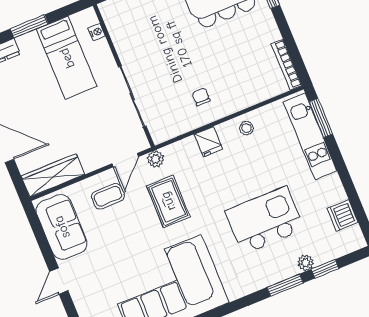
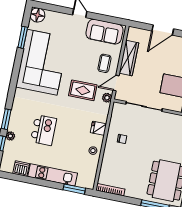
kitchen unit: (310, 136) -> (53, 175), moved
door: (125, 160) -> (116, 83), hinge flipped
wardrobe: (53, 175) -> (129, 58), moved
kitchen island: (265, 220) -> (43, 130), width x0.73, depth x0.78

